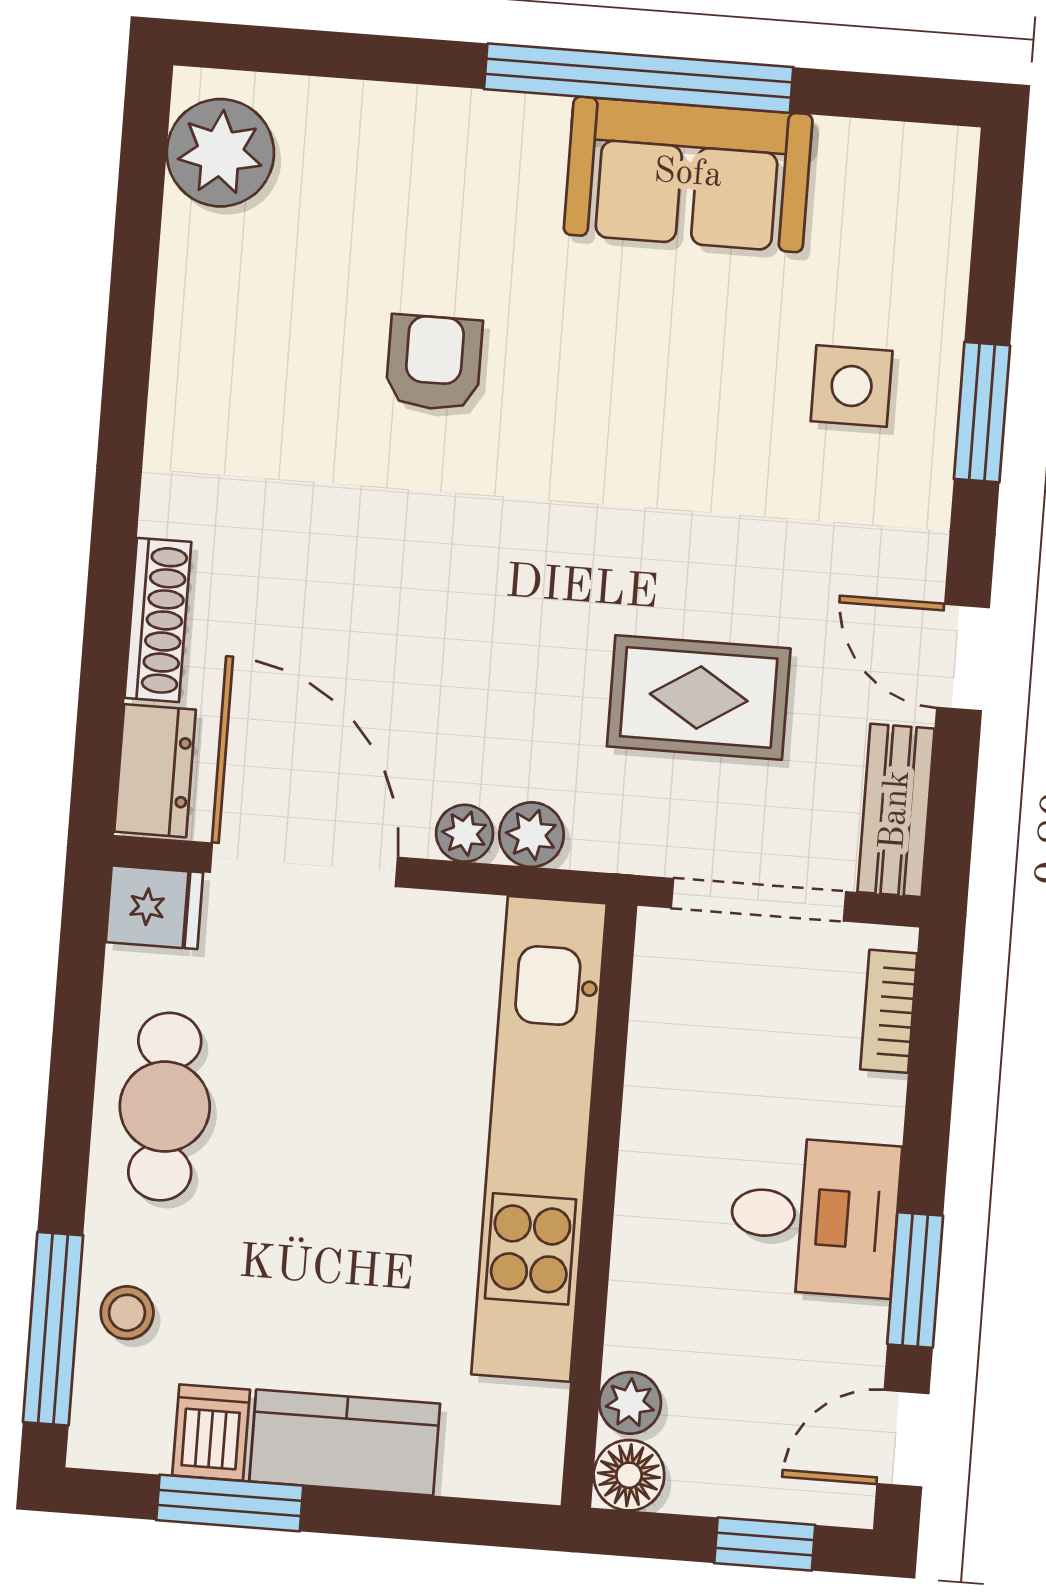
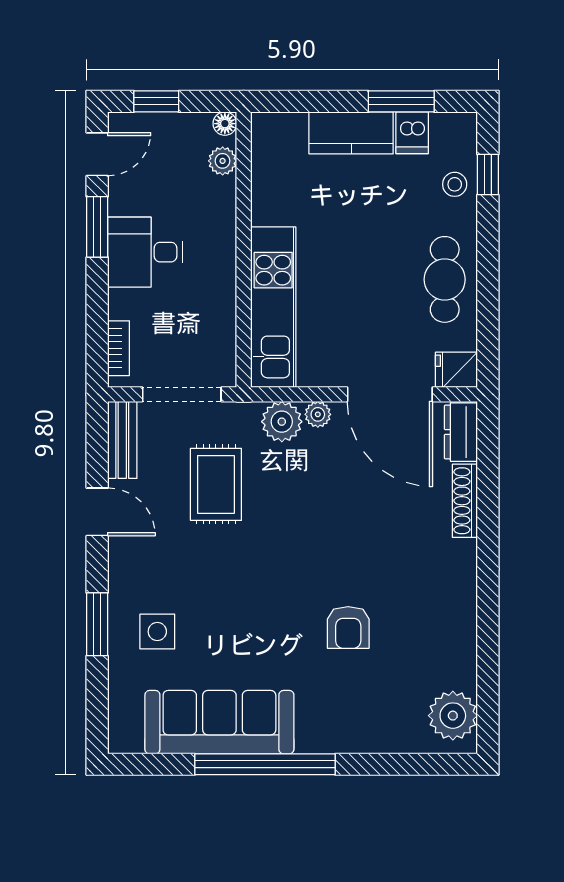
sofa: (688, 174) -> (219, 722), width x1.36
rug: (699, 697) -> (216, 484), turned 90
plant: (532, 835) -> (282, 422), width x1.38, depth x1.38
kitchen unit: (539, 1139) -> (273, 307), width x0.73
window: (53, 1329) -> (488, 174), width x0.46
floor lamp: (629, 1475) -> (225, 124), width x0.73, depth x0.73

